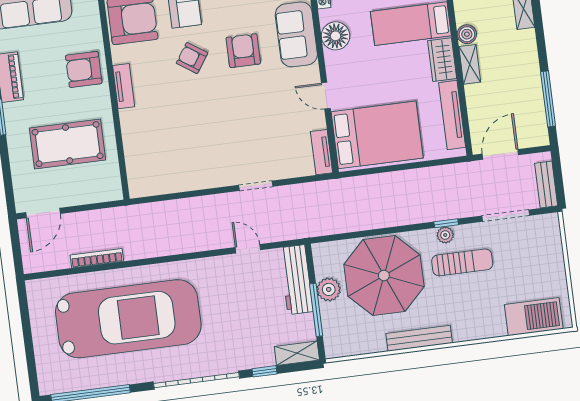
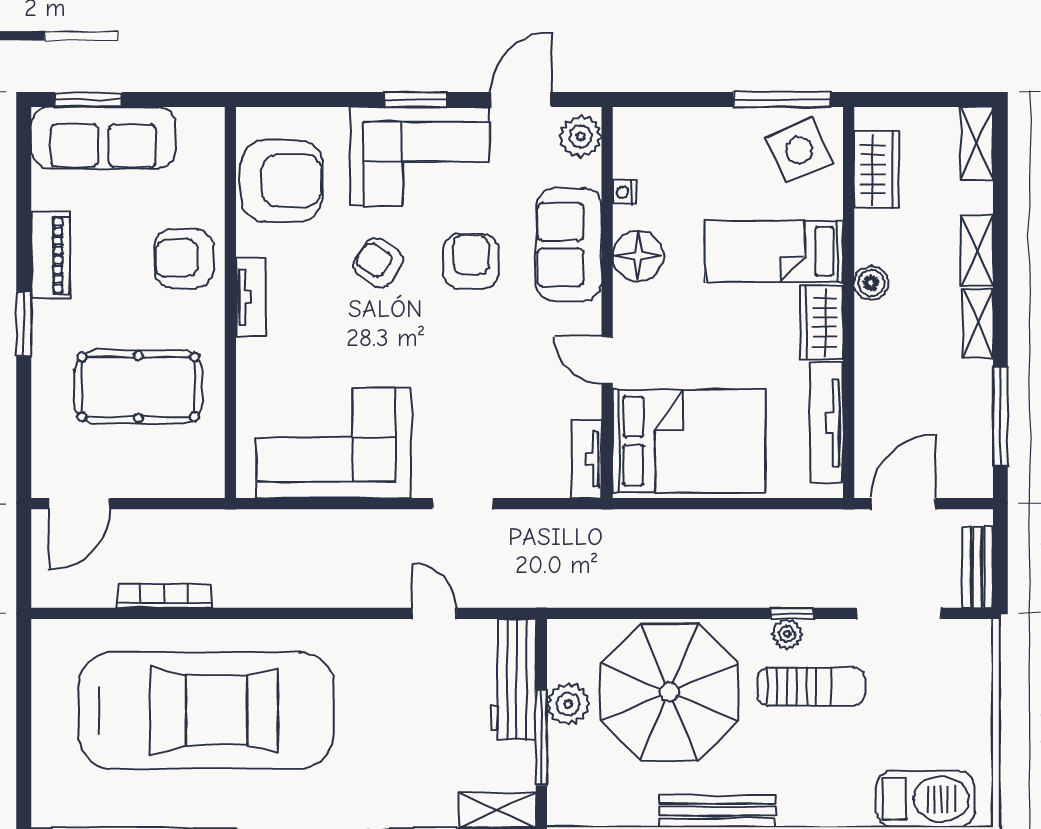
shelving: (470, 64) -> (978, 323), moved
corner sofa: (180, 161) -> (334, 443), added

